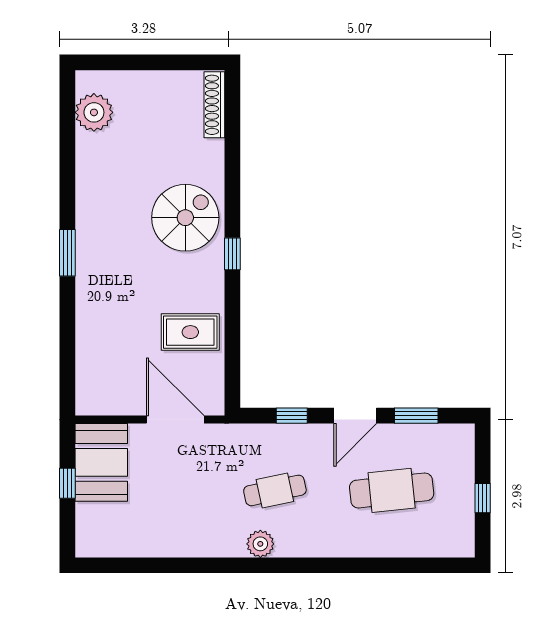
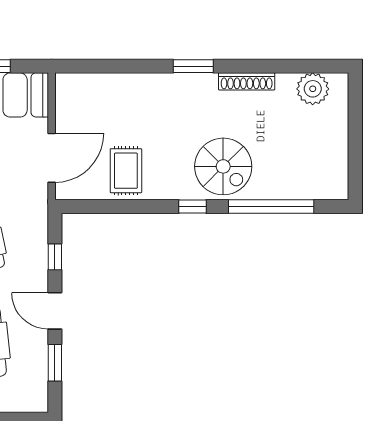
shoe rack: (214, 105) -> (247, 81), moved, turned 180
window: (232, 161) -> (271, 206), added

